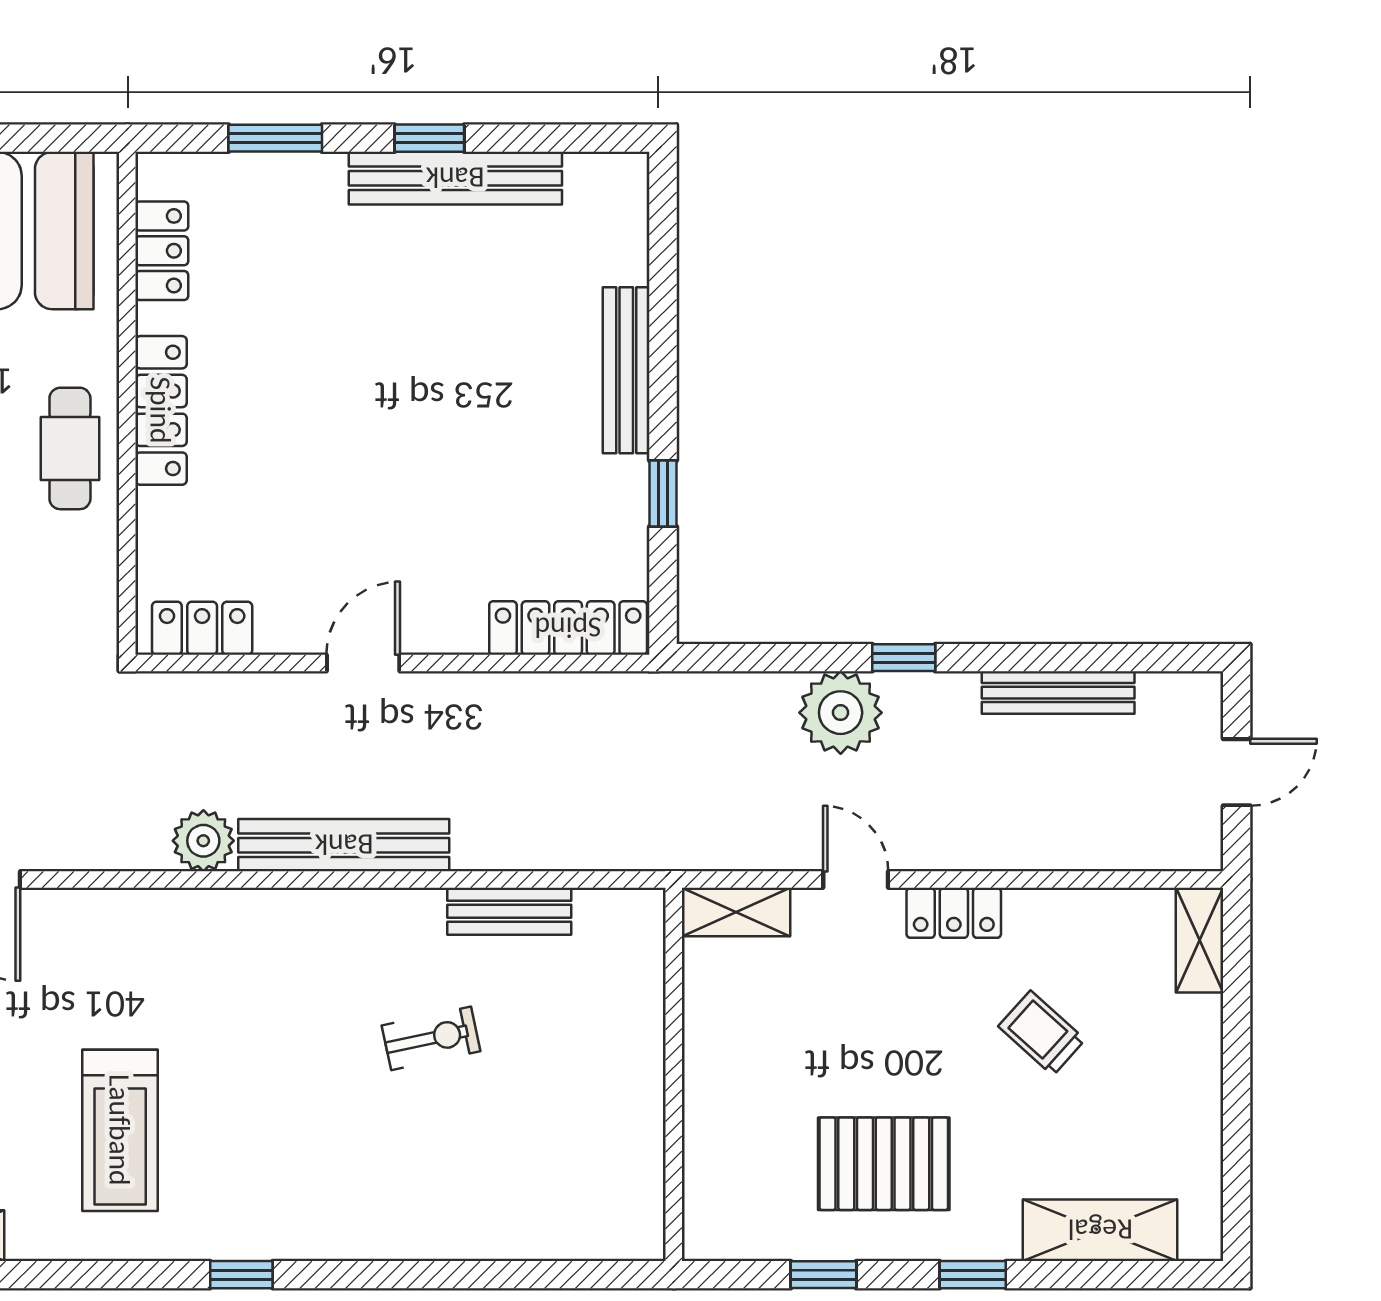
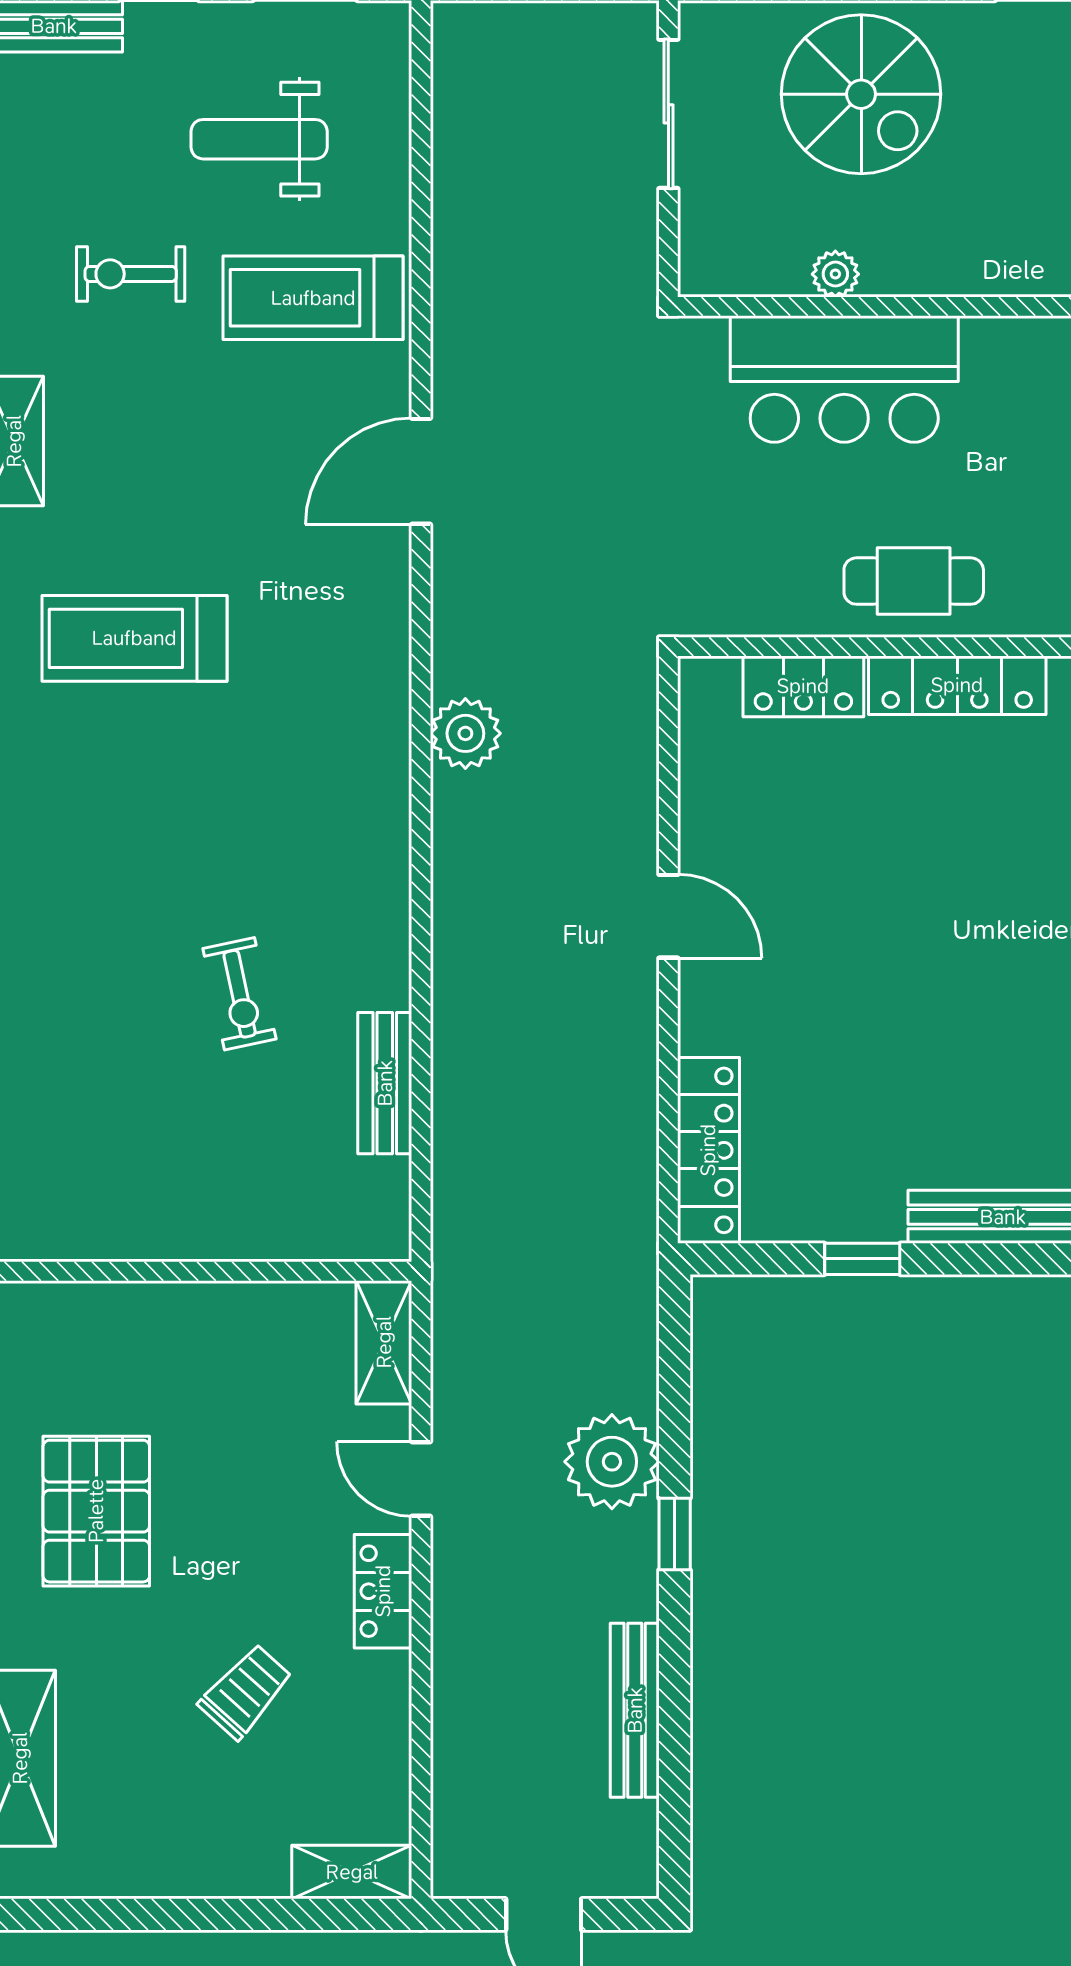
locker: (202, 628) -> (803, 686), moved, turned 90
bench: (344, 845) -> (460, 894), removed
door: (856, 880) -> (421, 1479), swing flipped

